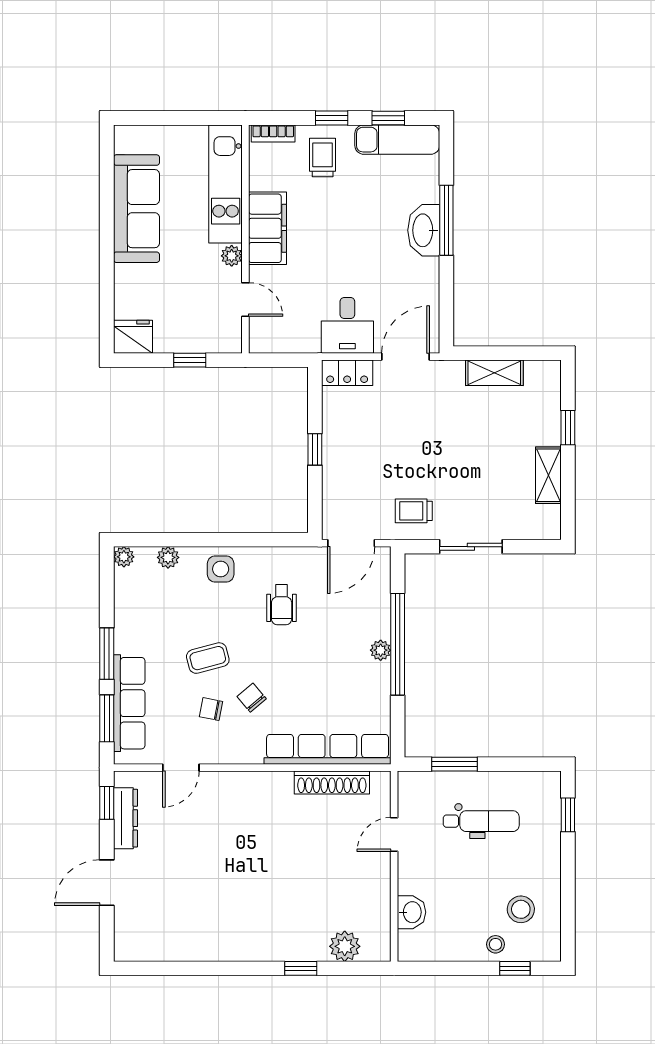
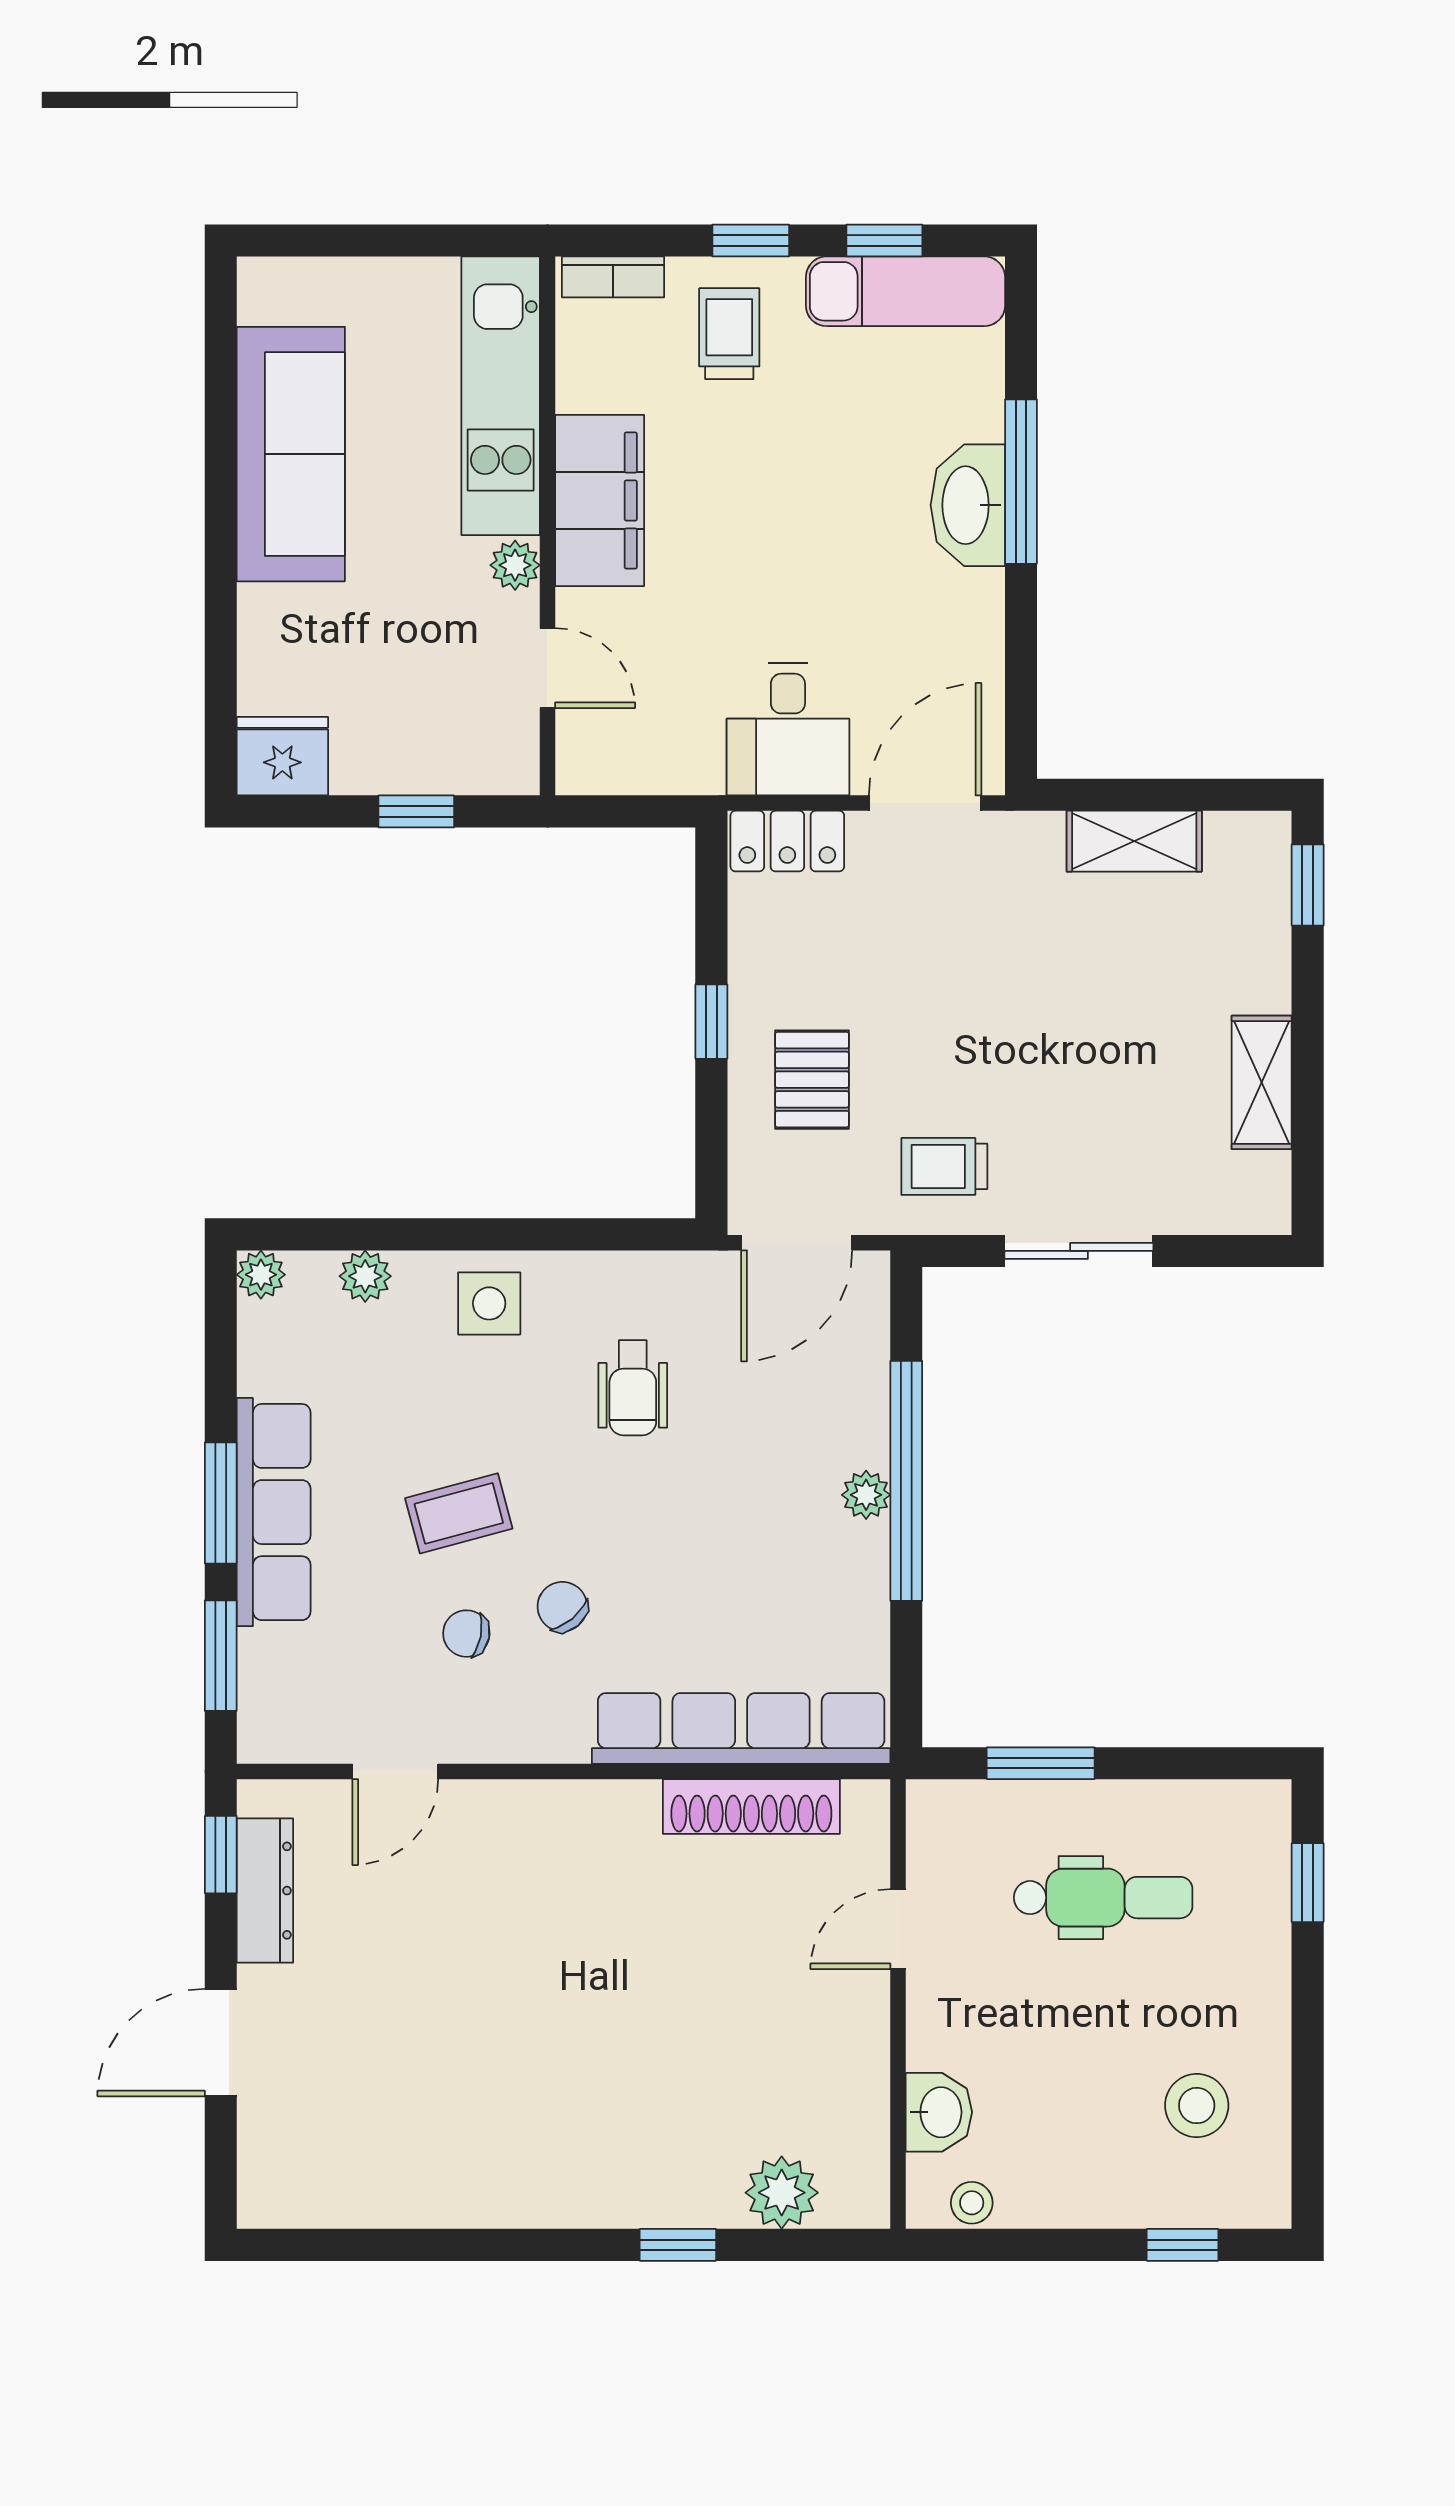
window: (568, 428) -> (1308, 885), moved
pallet: (358, 474) -> (812, 1080), added
row of seats: (129, 703) -> (274, 1512), moved
stool: (496, 944) -> (972, 2203), moved

